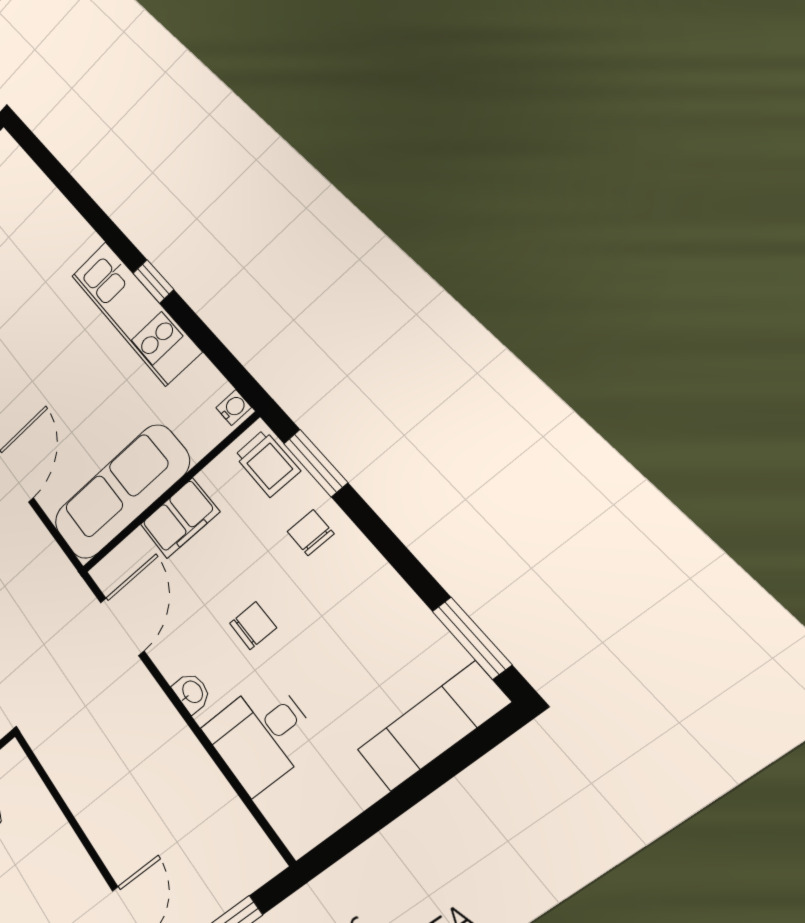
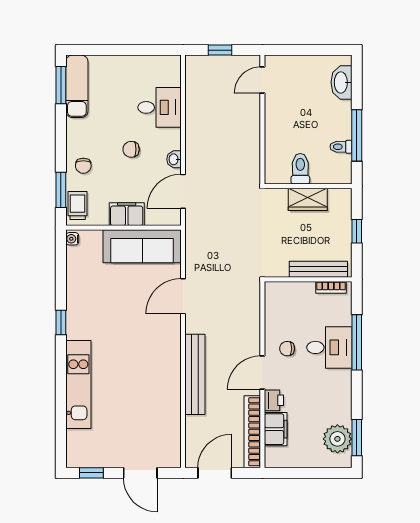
kitchen unit: (135, 313) -> (78, 385), moved
washbasin: (192, 692) -> (174, 159), moved
exam couch: (433, 726) -> (77, 86), moved, turned -90

